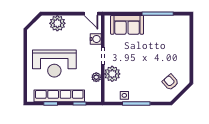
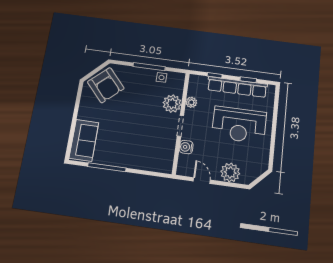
door: (91, 14) -> (202, 181), moved
sofa: (127, 25) -> (84, 140), moved, turned 90
reception desk: (54, 64) -> (239, 125), turned 180
armchair: (170, 82) -> (106, 85), width x1.88, depth x1.88

